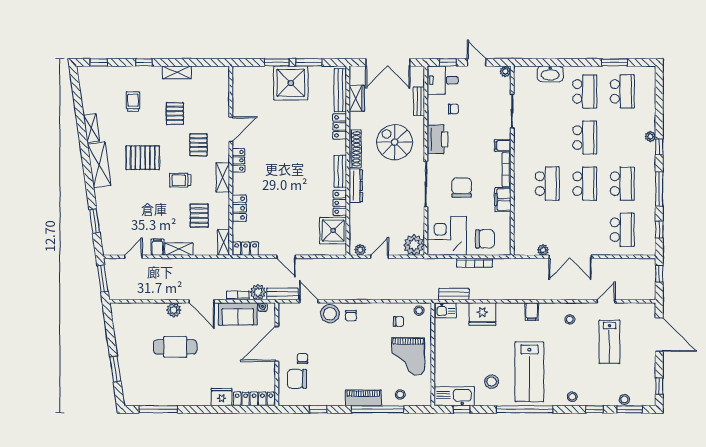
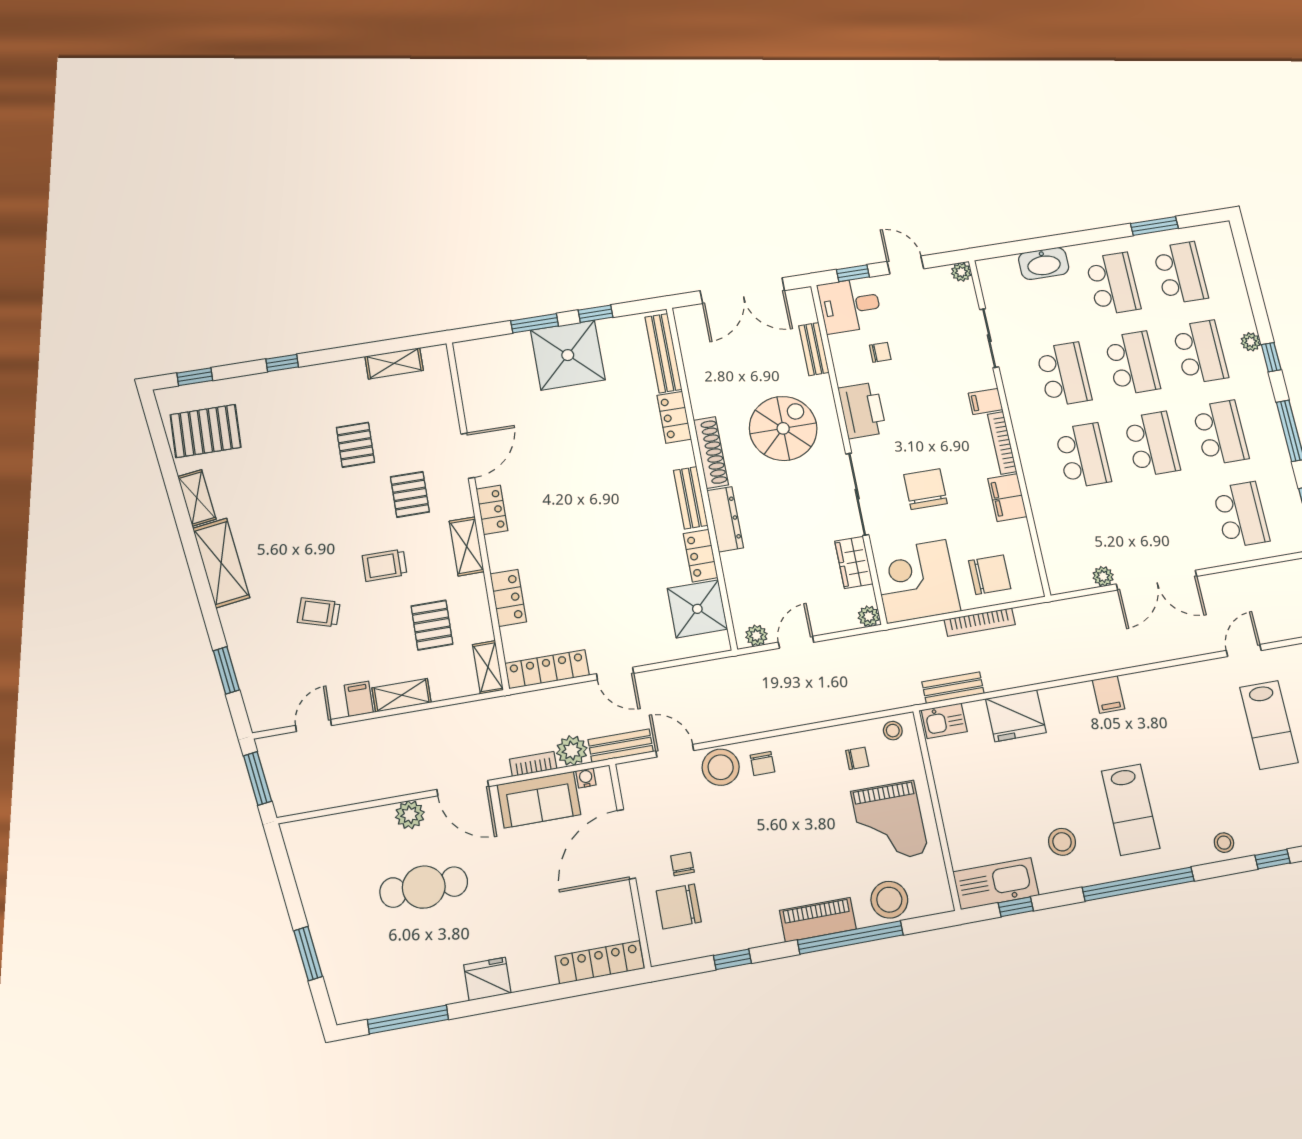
window: (309, 62) -> (596, 314), width x0.67
shelving: (177, 72) -> (394, 363), moved
wardrobe: (357, 98) -> (854, 562), moved, turned 180
trolley: (133, 102) -> (319, 612), moved, turned -73
school desk: (547, 138) -> (1064, 374), added
school desk: (622, 138) -> (1200, 352), added
spiral stairs: (395, 142) -> (783, 428), turned 90
pallet: (143, 158) -> (206, 431), moved
plant: (414, 245) -> (869, 616), width x0.53, depth x0.53
locker: (246, 249) -> (547, 669), width x1.53
stool: (570, 319) -> (1184, 696), removed
lab bench: (529, 372) -> (1131, 810), width x0.73, depth x0.72
stool: (400, 394) -> (889, 900), width x1.89, depth x1.89
fridge: (222, 397) -> (487, 979), moved

